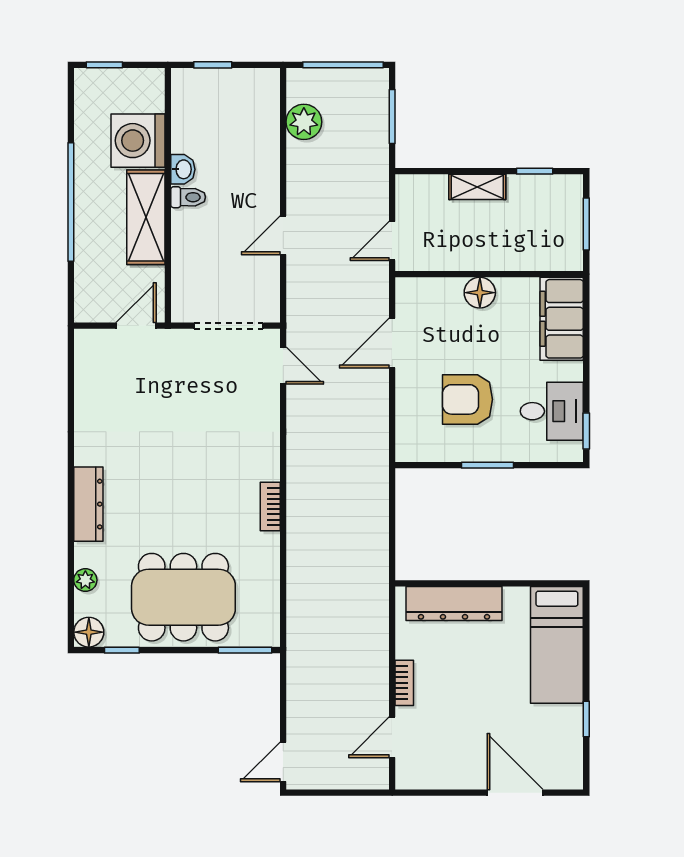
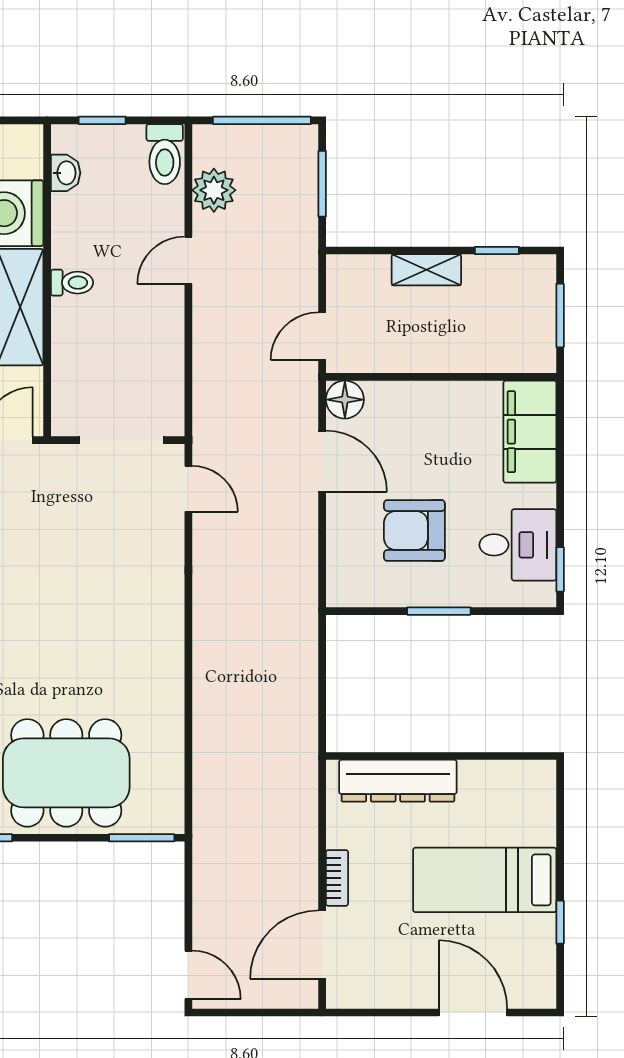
toilet: (264, 92) -> (165, 154), added
washbasin: (183, 169) -> (66, 173), moved
door: (283, 235) -> (188, 260), moved
floor lamp: (480, 293) -> (345, 400), moved
door: (392, 343) -> (322, 461), swing flipped
bookcase: (270, 507) -> (173, 662), removed
bed: (557, 645) -> (485, 880), moved, turned 90
door: (392, 737) -> (322, 945), width x1.38
door: (283, 762) -> (188, 975), swing flipped

